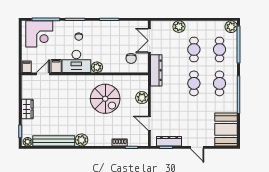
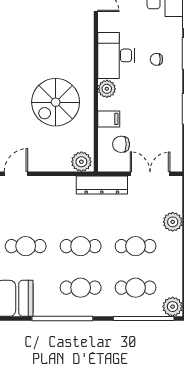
filing cabinet: (56, 66) -> (109, 119), moved
plant: (142, 98) -> (81, 162), moved
cafe table: (194, 117) -> (26, 246), added

